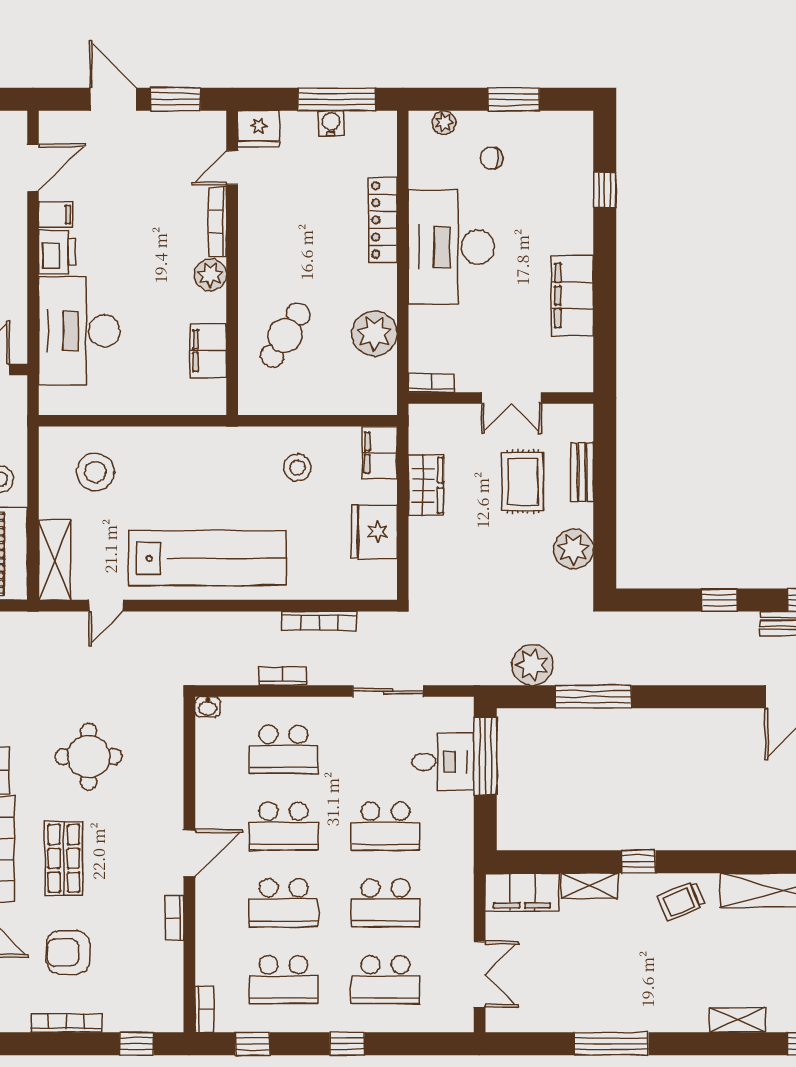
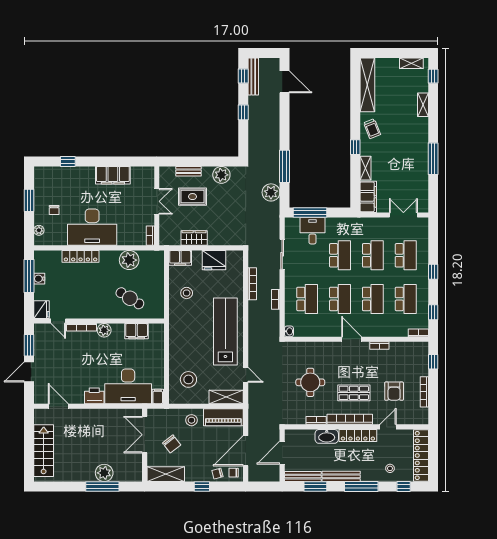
filing cabinet: (56, 214) -> (158, 396), moved

